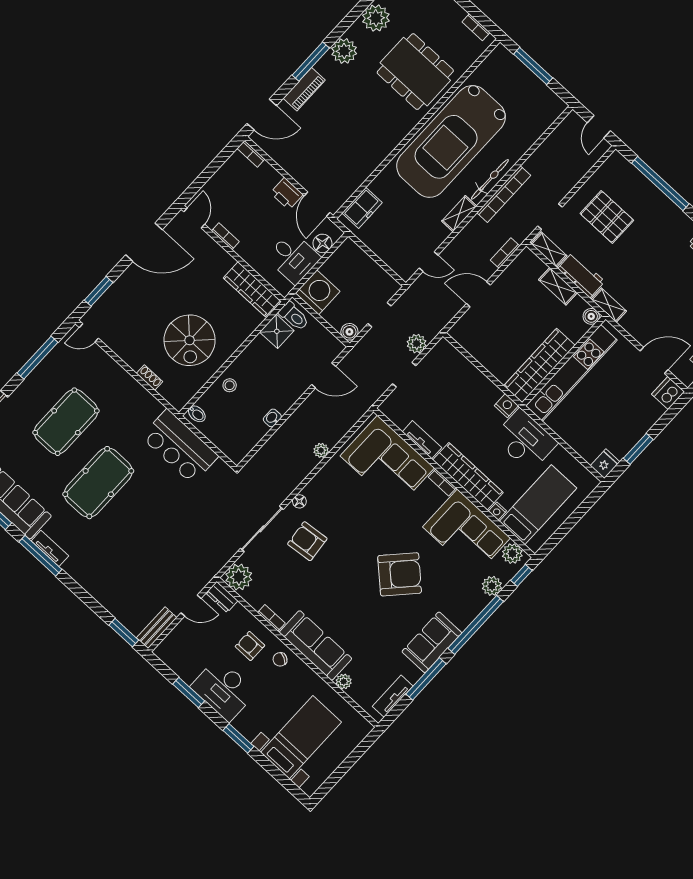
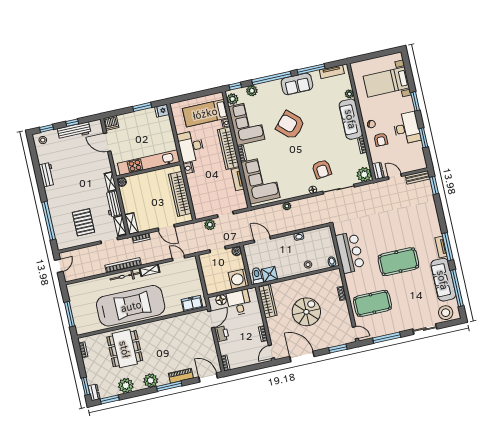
shelving: (558, 286) -> (131, 223), moved
spiral stairs: (190, 340) -> (306, 312), moved
wardrobe: (539, 366) -> (180, 194), moved, turned 90
pool table: (66, 422) -> (372, 303), moved

